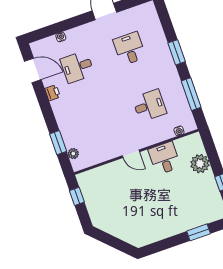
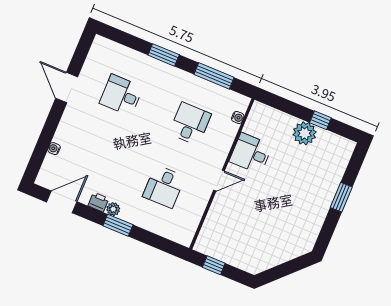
desk: (77, 67) -> (164, 187), moved
window: (58, 143) -> (118, 225), moved
plant: (73, 154) -> (113, 209), moved
plant: (200, 164) -> (305, 133), moved
window: (199, 232) -> (341, 197), moved

